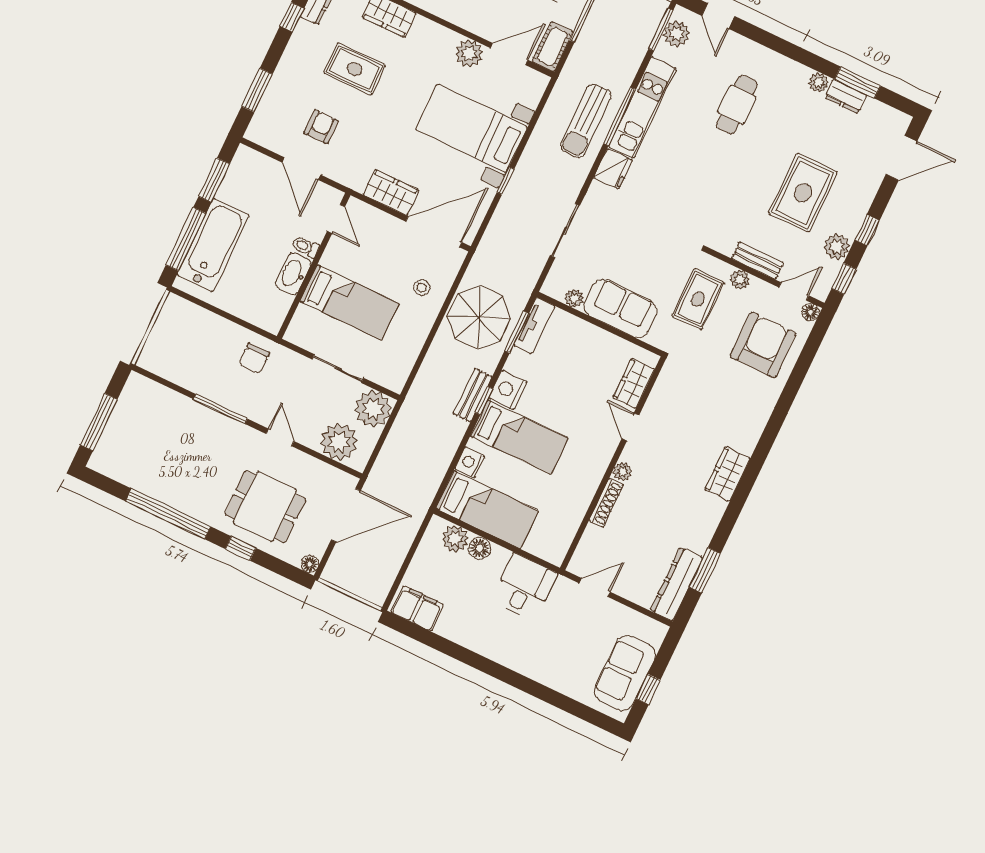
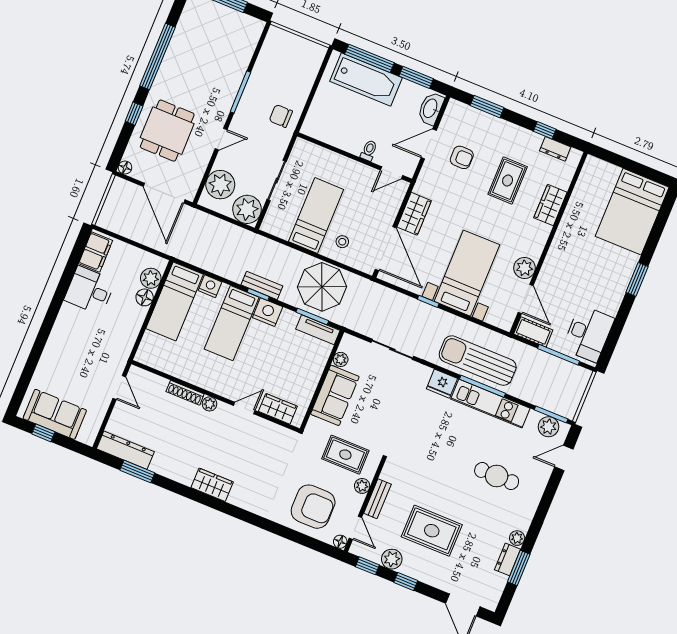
sun lounger: (586, 121) -> (478, 361), width x1.36, depth x1.34
washbasin: (293, 274) -> (431, 108), moved, turned -90
bed: (349, 302) -> (316, 215), moved, turned 180
desk: (524, 587) -> (90, 290), moved, turned 180

